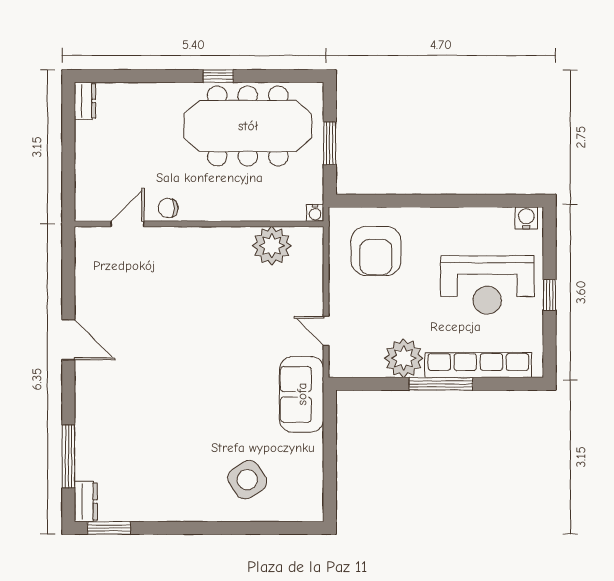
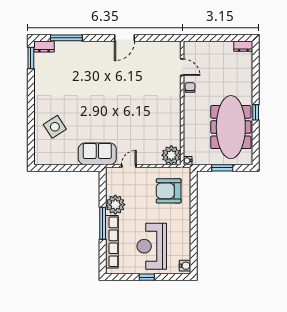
plant: (272, 246) -> (171, 155), moved

